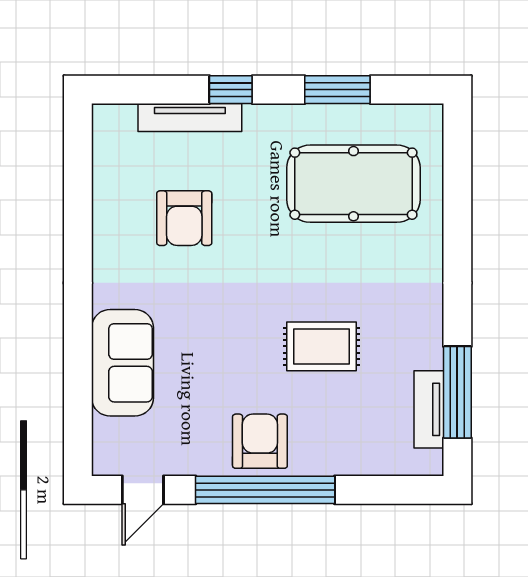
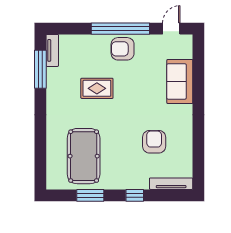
tv unit: (190, 118) -> (171, 184), moved
pool table: (353, 184) -> (84, 156), turned 90
tv unit: (429, 409) -> (52, 50), moved
armchair: (260, 441) -> (123, 49), turned 90

